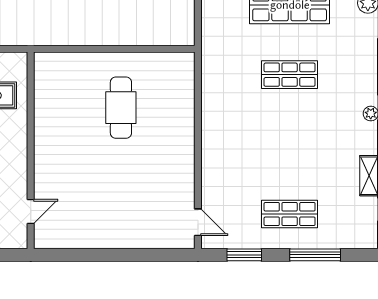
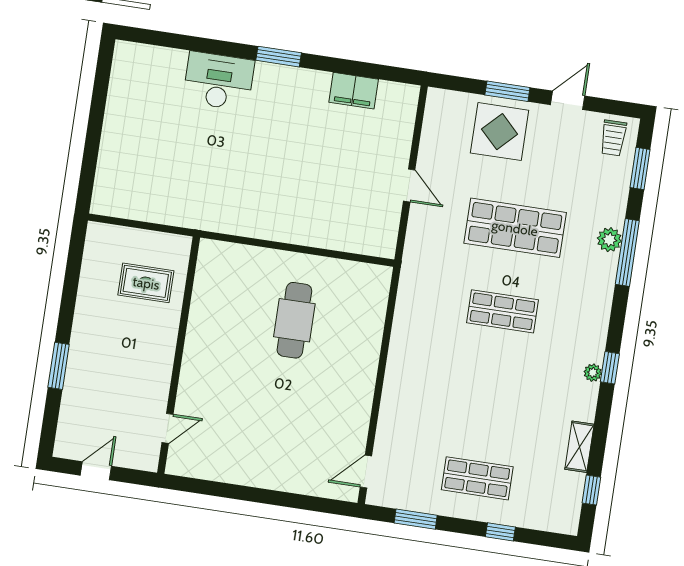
door: (198, 222) -> (366, 472), swing flipped
window: (315, 255) -> (500, 532), width x0.46

